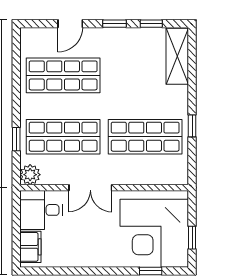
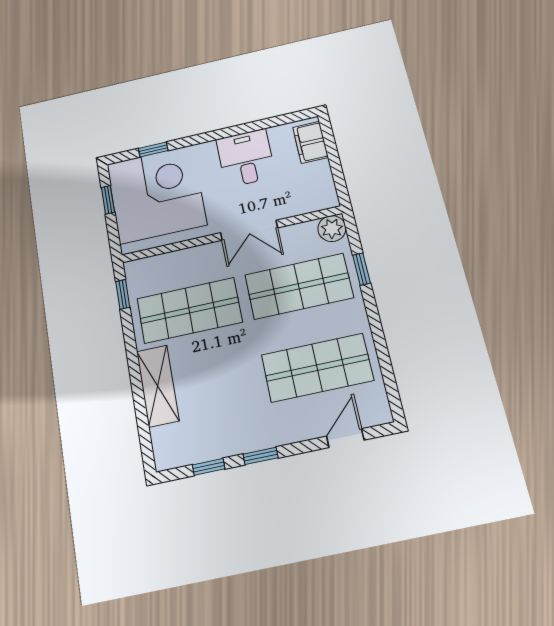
door: (70, 24) -> (345, 438), moved
shelving: (177, 56) -> (158, 386), moved
window: (192, 126) -> (123, 294), moved
double door: (90, 188) -> (249, 230), swing flipped
desk: (41, 210) -> (246, 158), moved, turned -90

